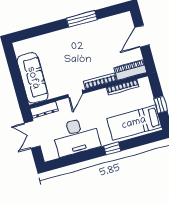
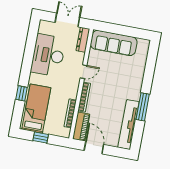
tv unit: (106, 24) -> (128, 125), added
door: (142, 36) -> (94, 148), moved
door: (75, 94) -> (83, 72), swing flipped
window: (112, 148) -> (21, 93), moved

